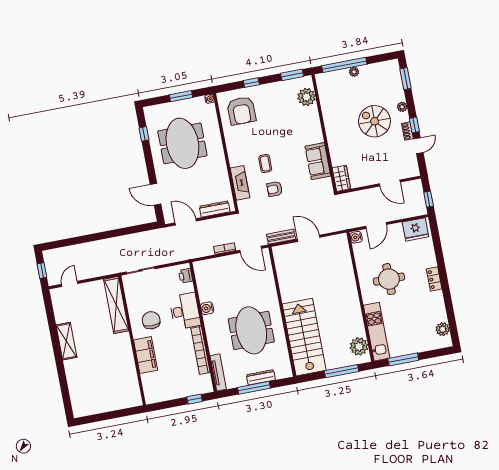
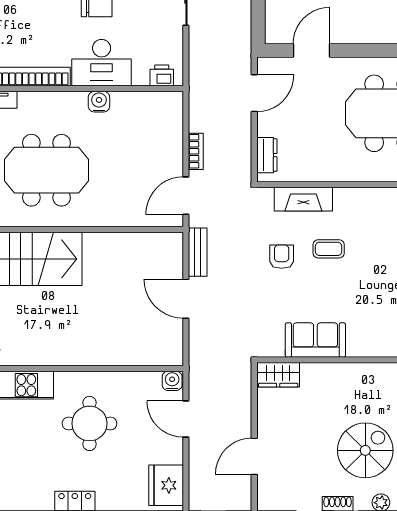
dresser: (215, 209) -> (267, 155), width x0.70
door: (309, 238) -> (186, 299), swing flipped

